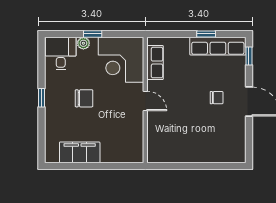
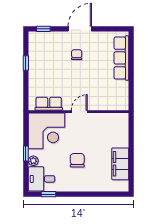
row of seats: (218, 46) -> (121, 58), moved, turned 180
window: (42, 98) -> (49, 194), moved

